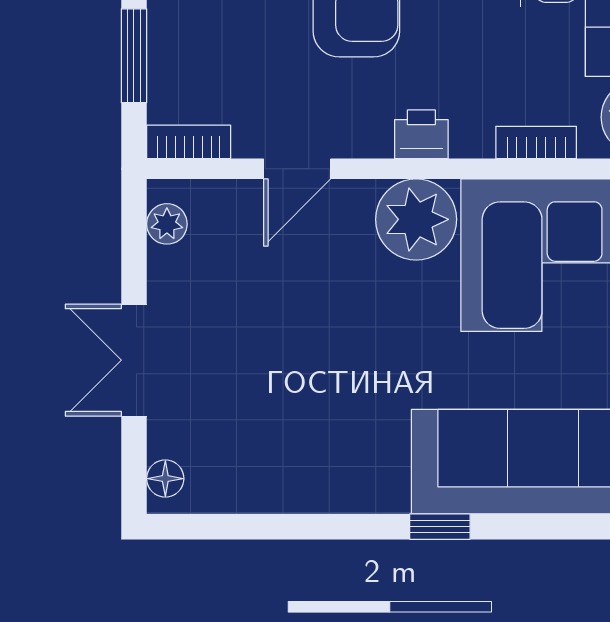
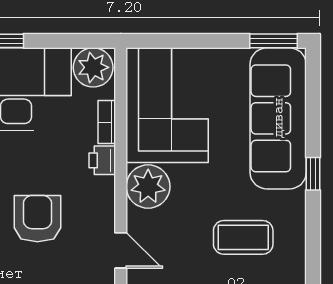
printer: (421, 134) -> (102, 160), moved
coffee table: (321, 397) -> (243, 237), added

